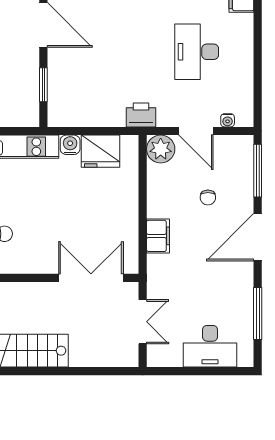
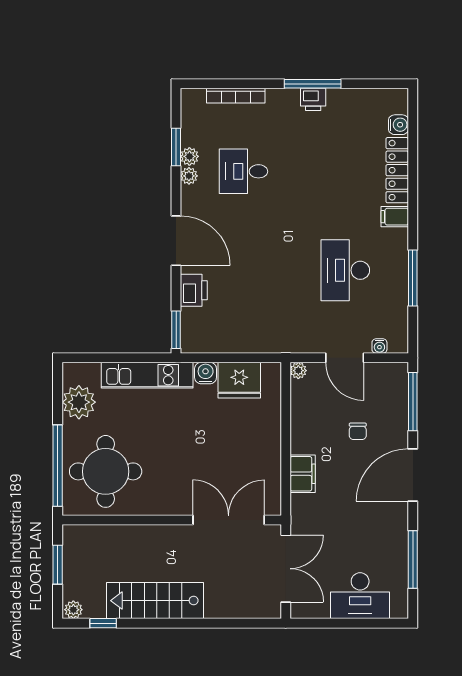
window: (258, 59) -> (413, 278), added
window: (43, 85) -> (176, 330), moved
printer: (141, 115) -> (194, 290), moved, turned 90
plant: (161, 149) -> (298, 371), width x0.53, depth x0.53
double door: (143, 322) -> (286, 569), width x1.37

